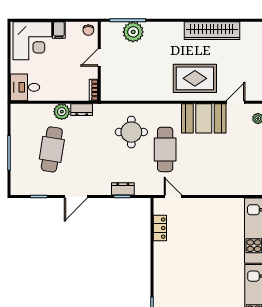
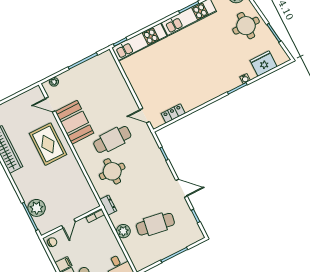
door: (99, 57) -> (69, 224), hinge flipped
dresser: (82, 110) -> (108, 205), moved
dresser: (123, 189) -> (158, 156), removed
door: (173, 197) -> (145, 116), hinge flipped

